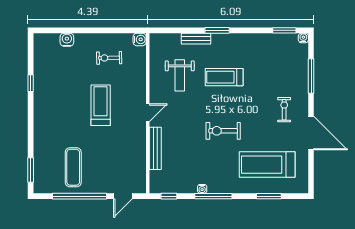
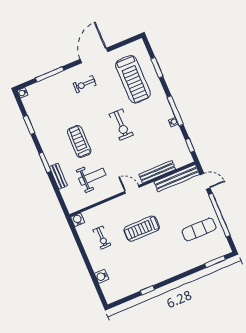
window: (284, 30) -> (29, 125), moved
treadmill: (224, 77) -> (79, 142), turned 180
bench: (139, 167) -> (177, 178), added

